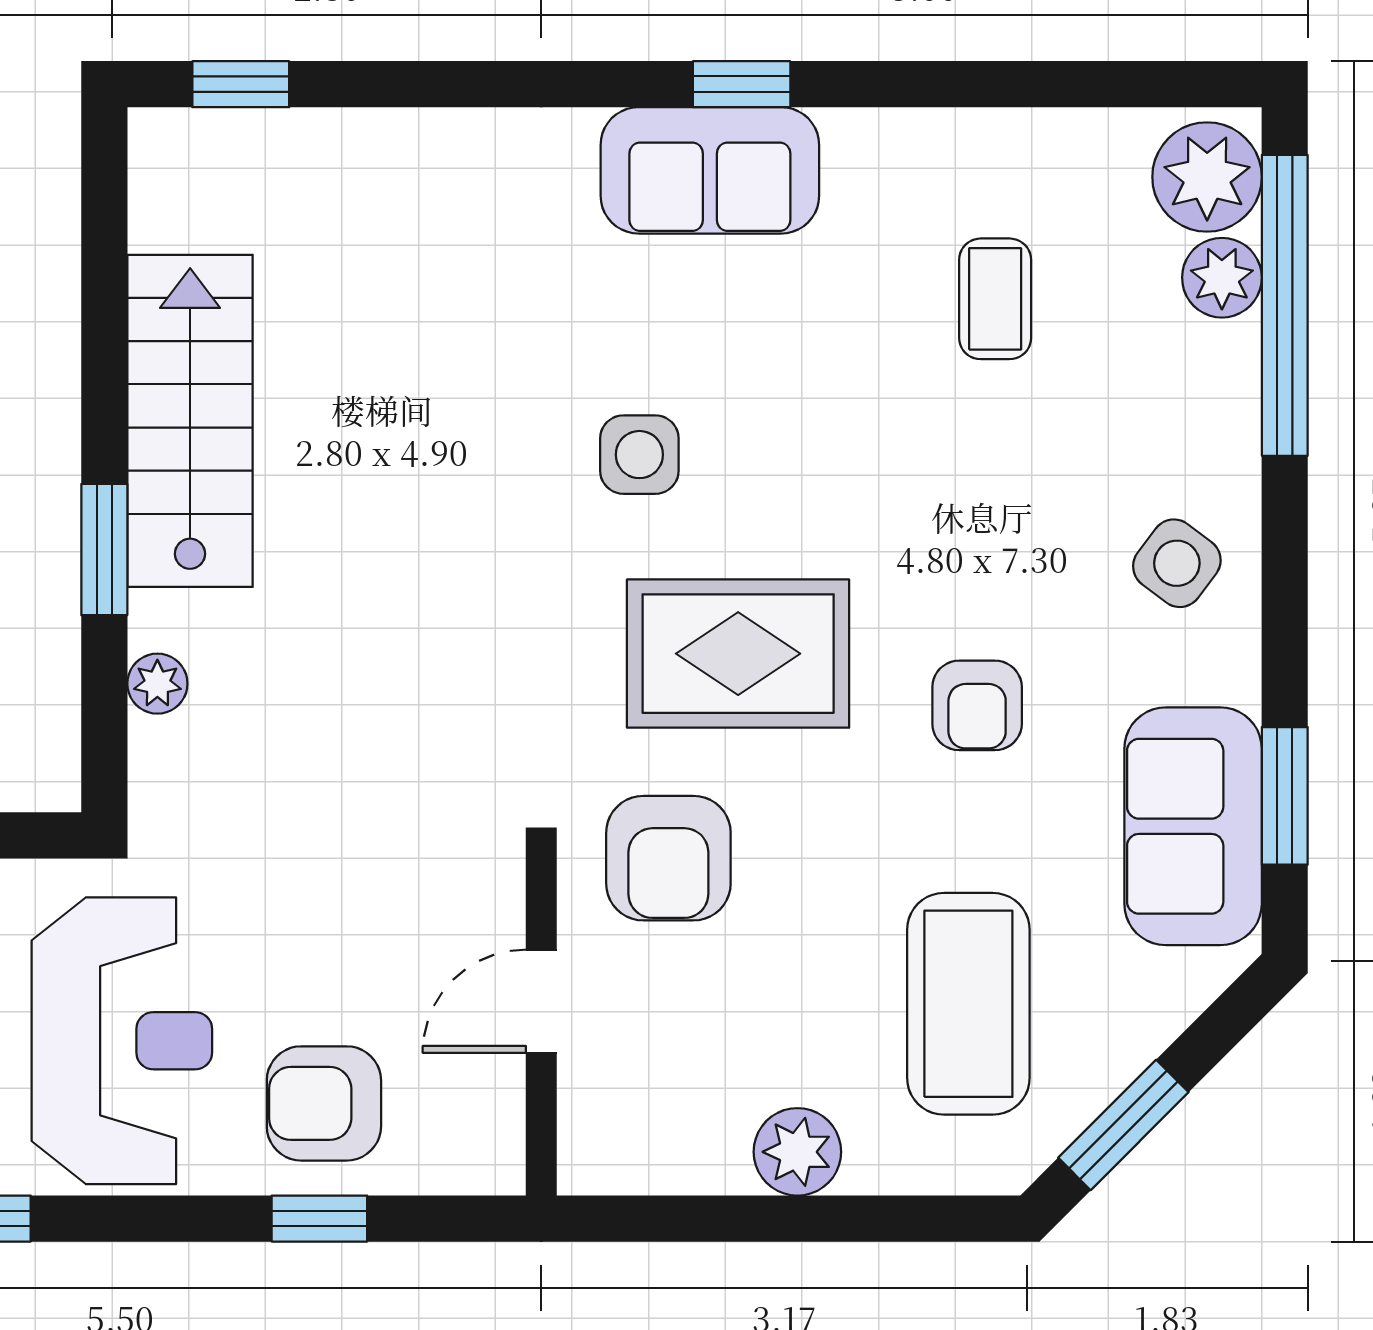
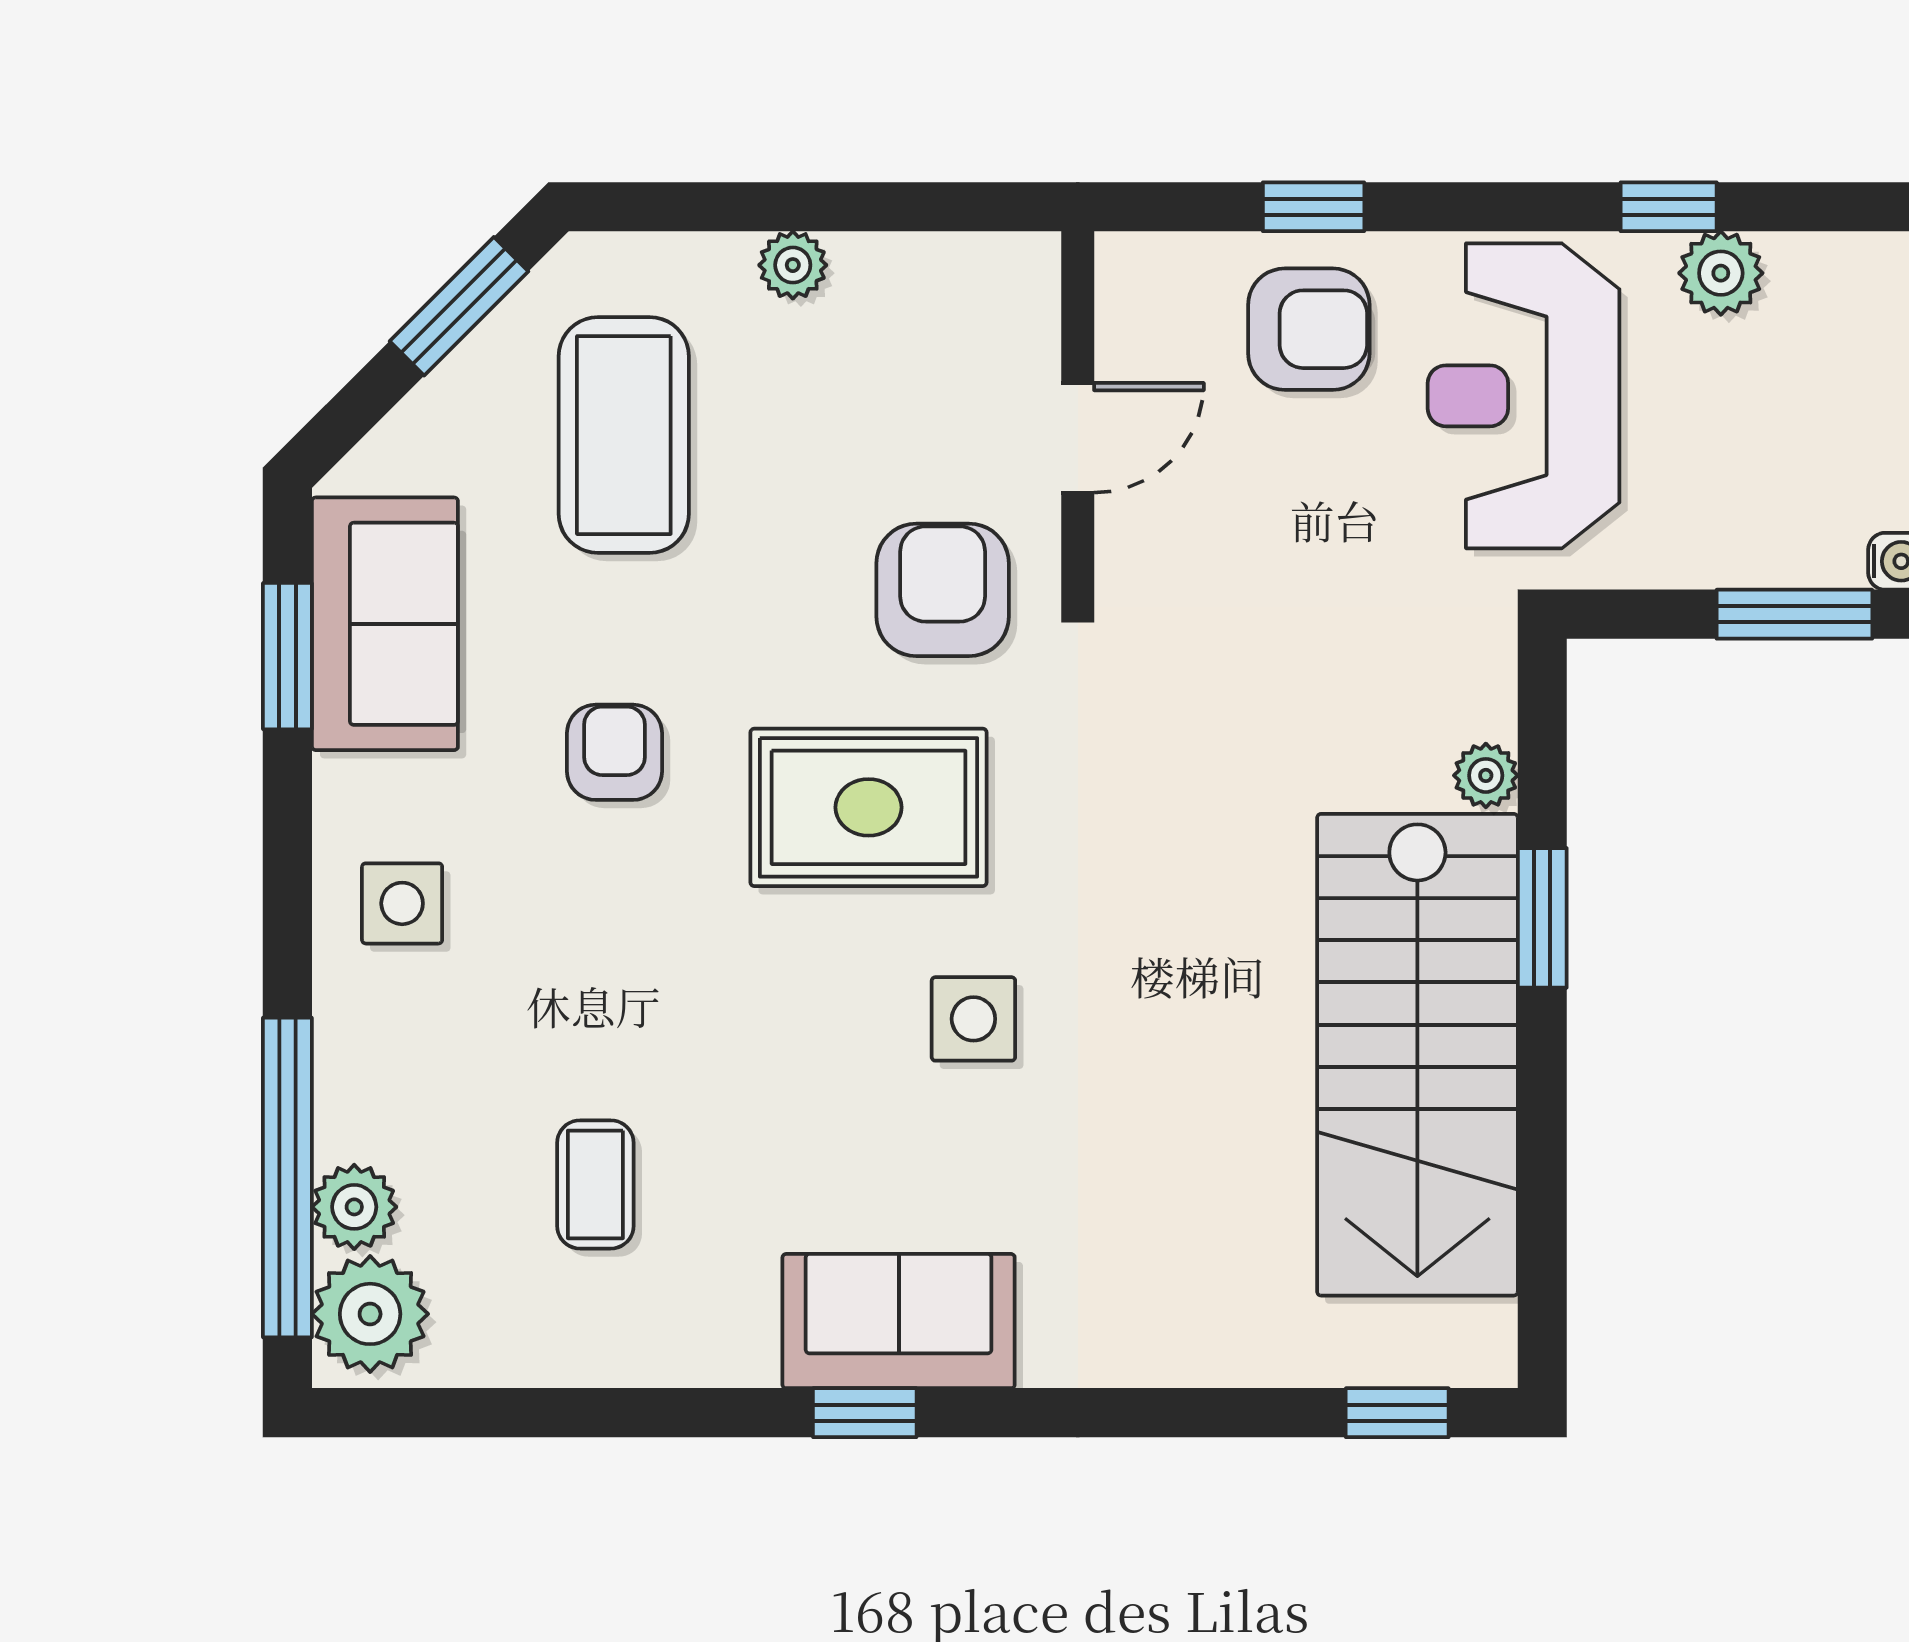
stairs: (190, 421) -> (1417, 1055), width x1.36, depth x1.51
side table: (1177, 563) -> (402, 903), turned -37
plant: (797, 1152) -> (793, 265), width x0.73, depth x0.73

